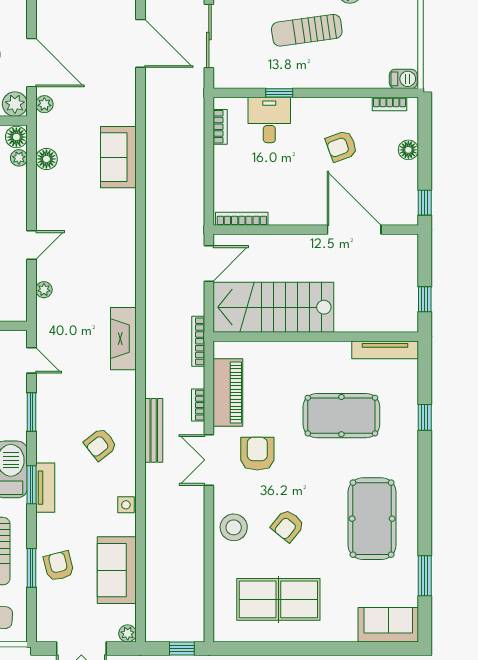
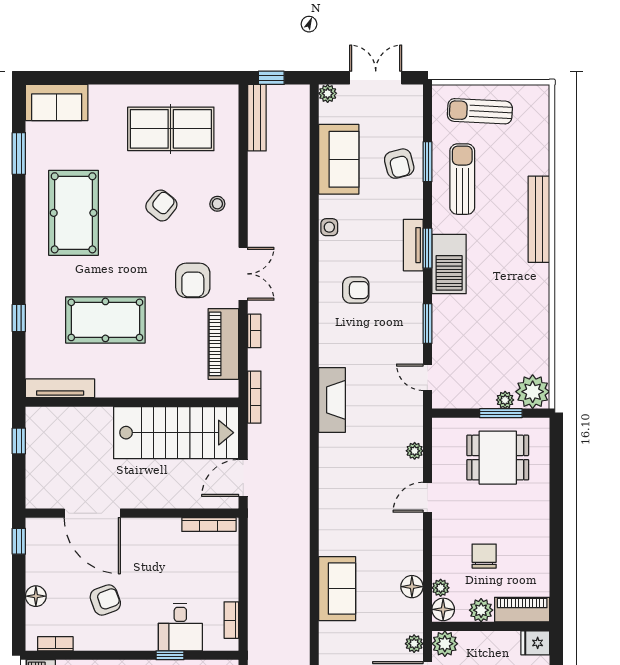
bench: (154, 430) -> (257, 118), moved
armchair: (100, 444) -> (356, 290), turned 38
stool: (234, 527) -> (217, 204), width x0.53, depth x0.53

